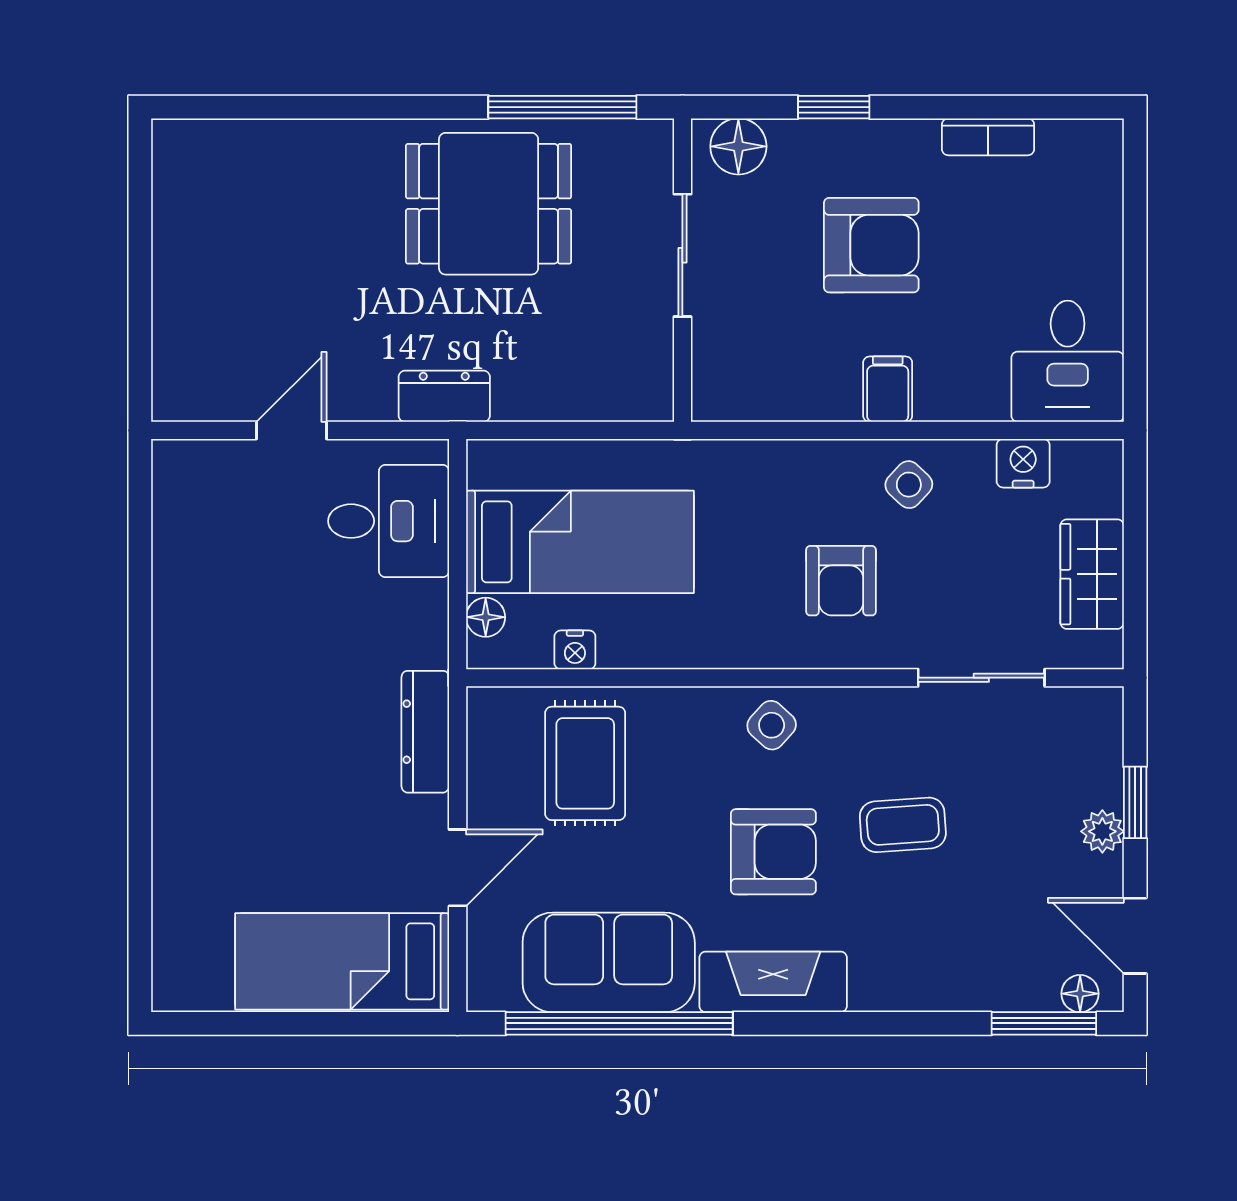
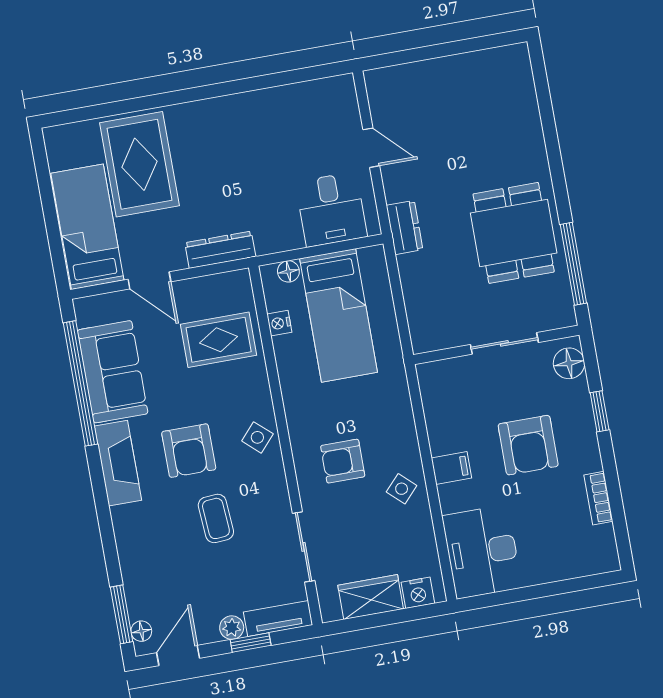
desk: (1068, 361) -> (482, 552), width x1.37
nightstand: (1023, 463) -> (418, 593), moved, turned 90
tv unit: (1101, 746) -> (278, 619), added
rug: (247, 849) -> (139, 164), added

